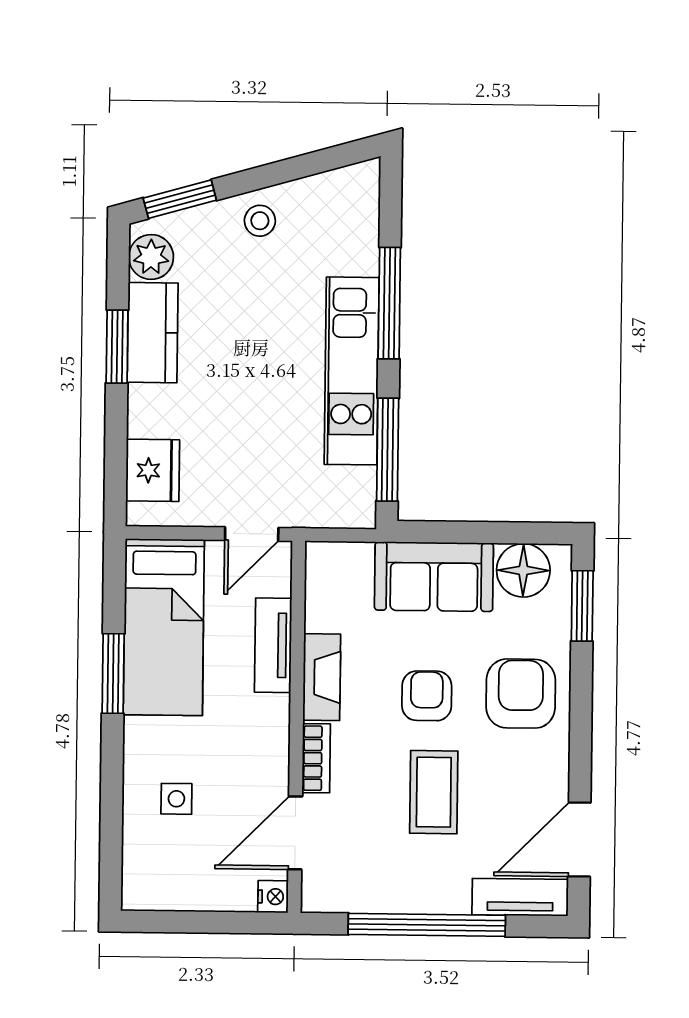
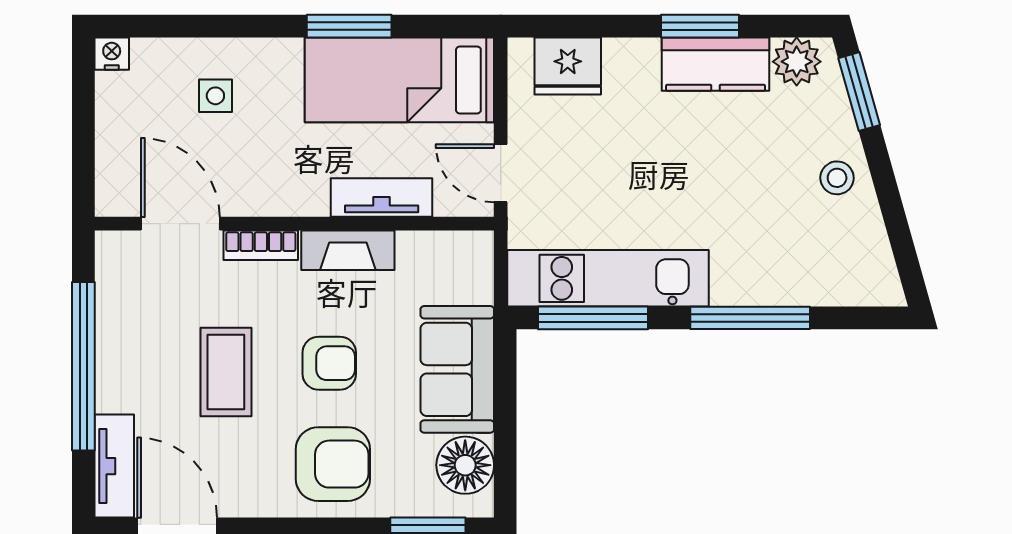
kitchen unit: (352, 371) -> (608, 278), moved
coffee table: (434, 792) -> (226, 372), turned 90
nightstand: (273, 897) -> (112, 54), moved, turned 180

